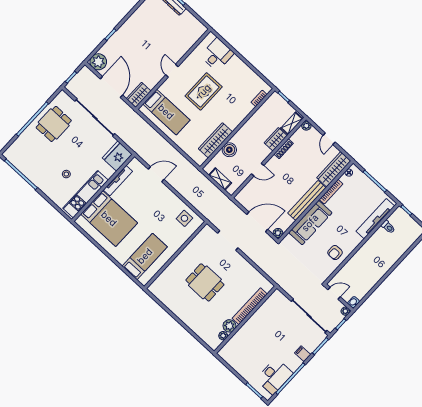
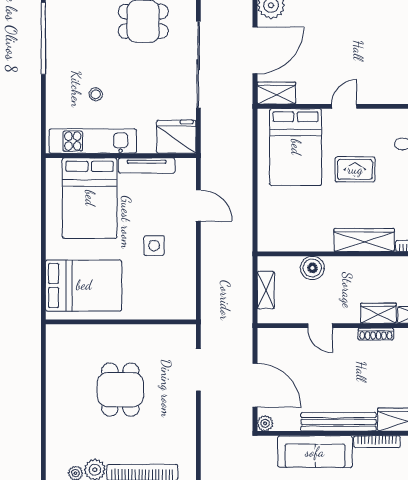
rug: (204, 91) -> (355, 169), width x0.73, depth x0.70
bed: (166, 112) -> (296, 147), width x1.50
wardrobe: (215, 140) -> (364, 240), moved
side table: (184, 218) -> (154, 246), moved
bed: (145, 256) -> (84, 285), width x1.50

